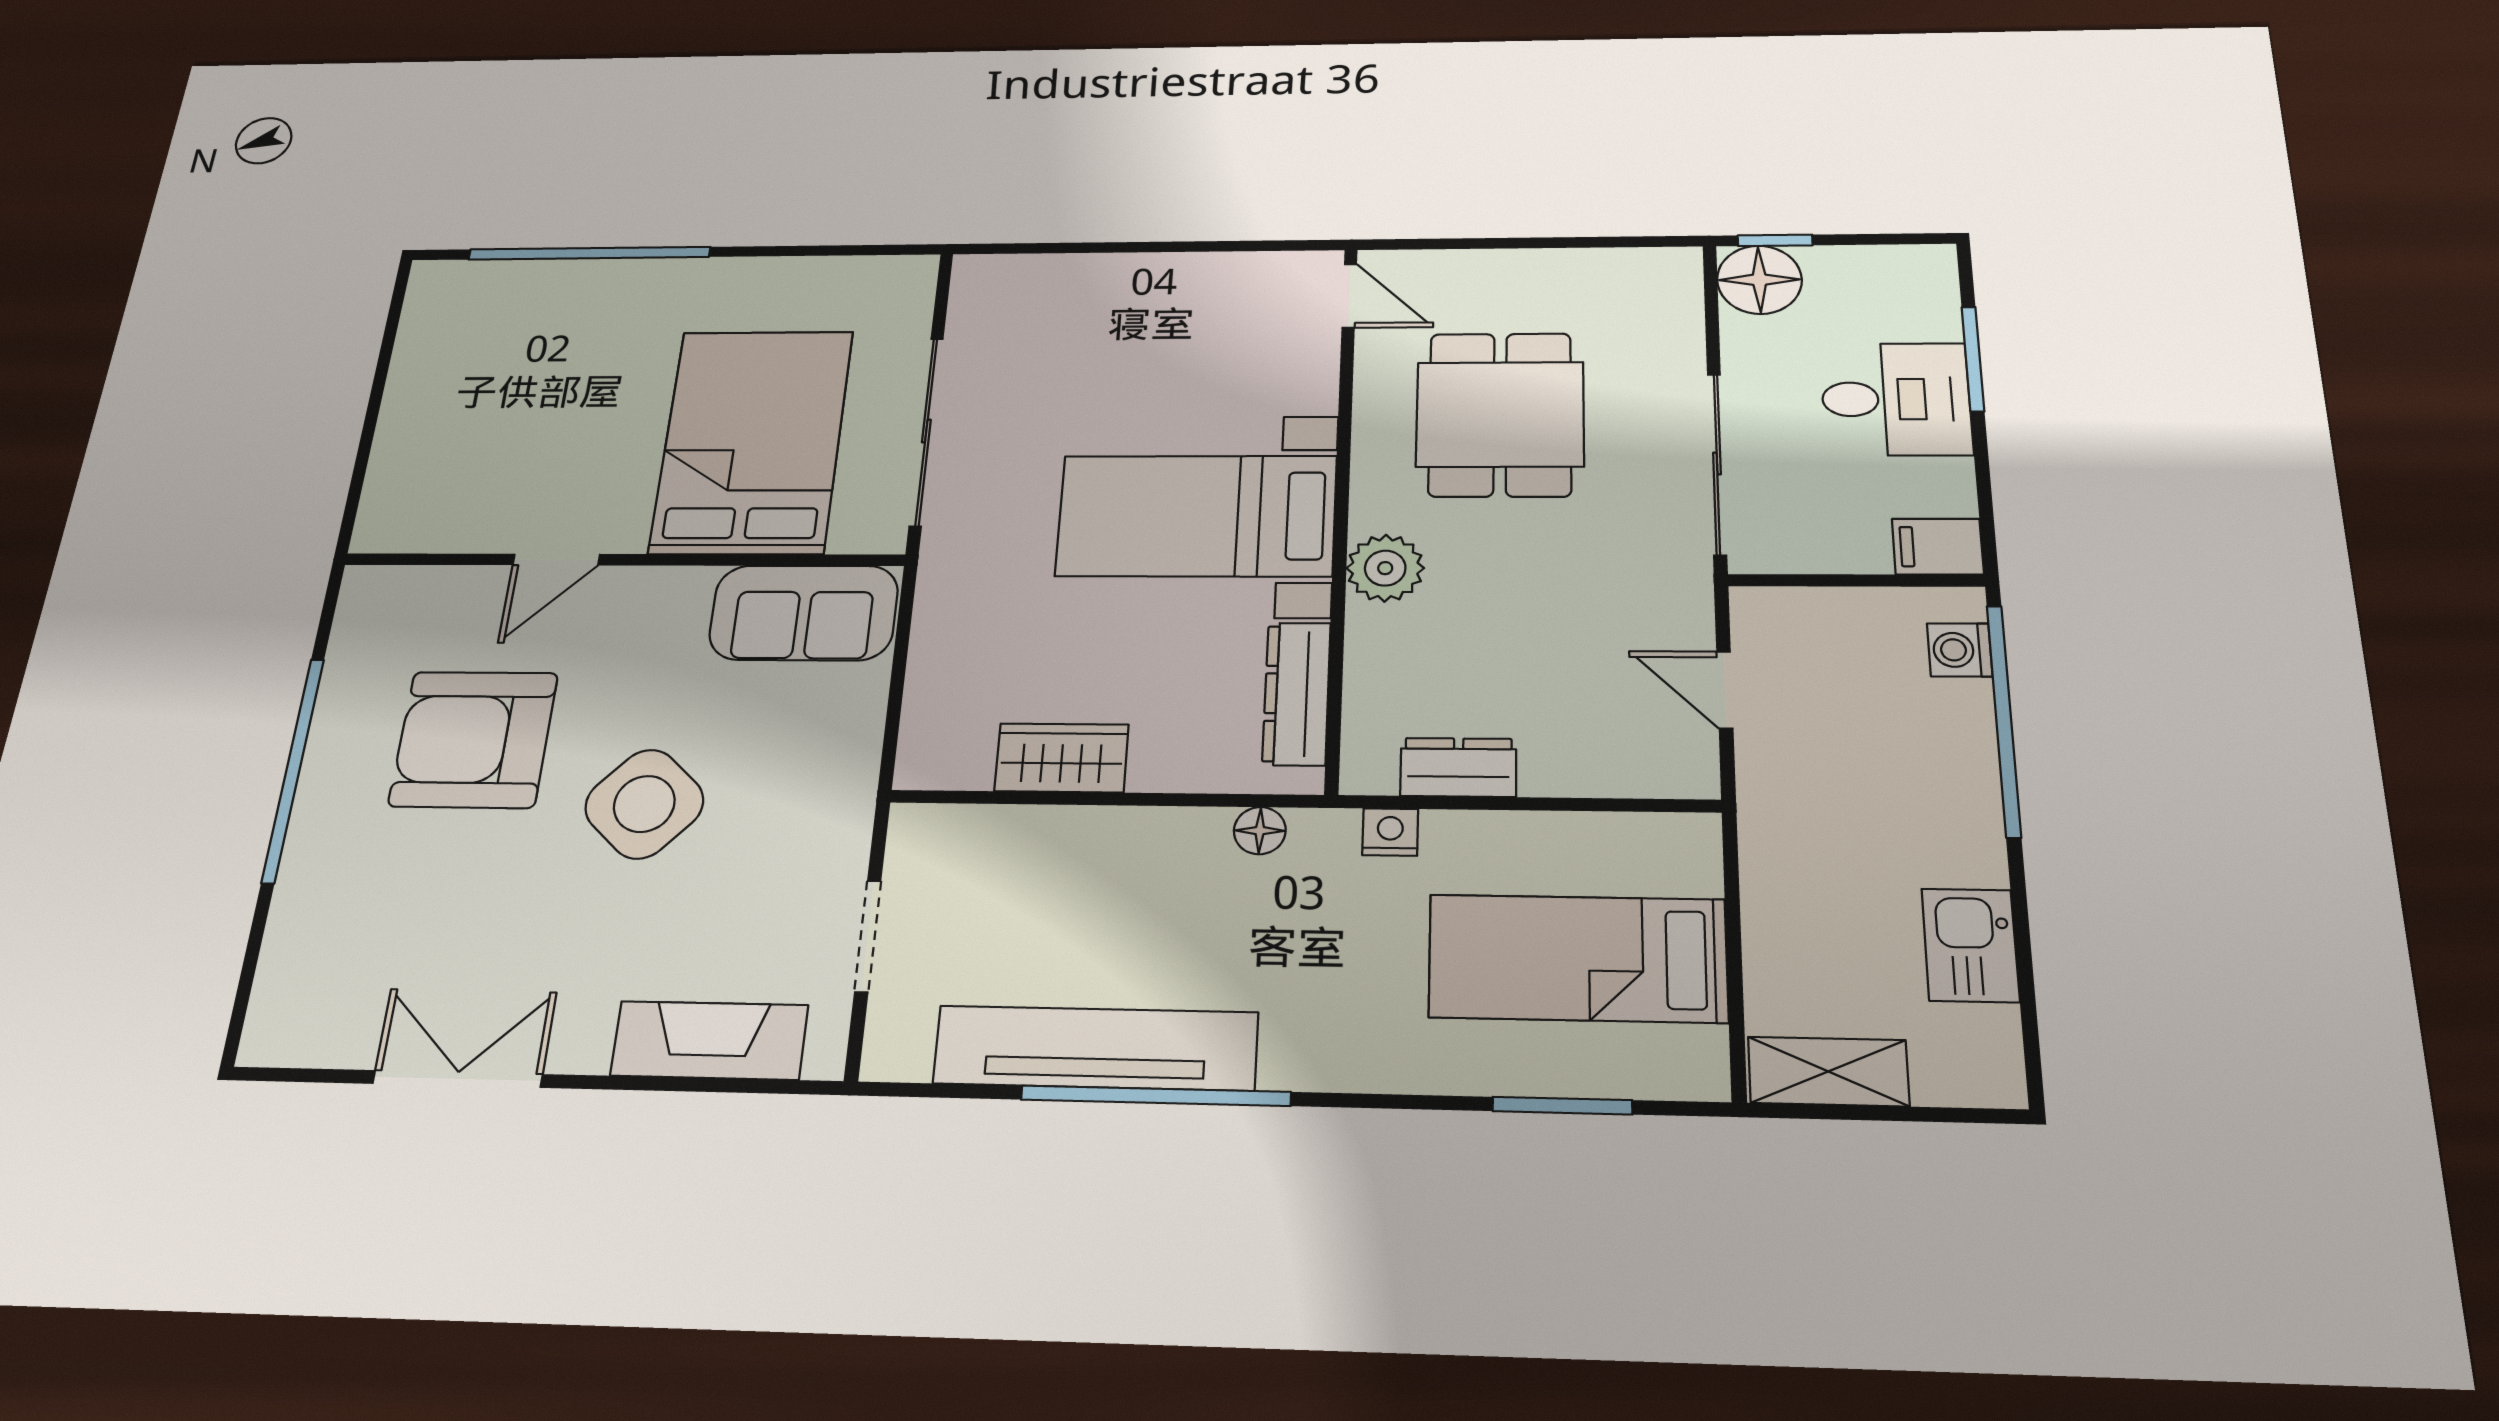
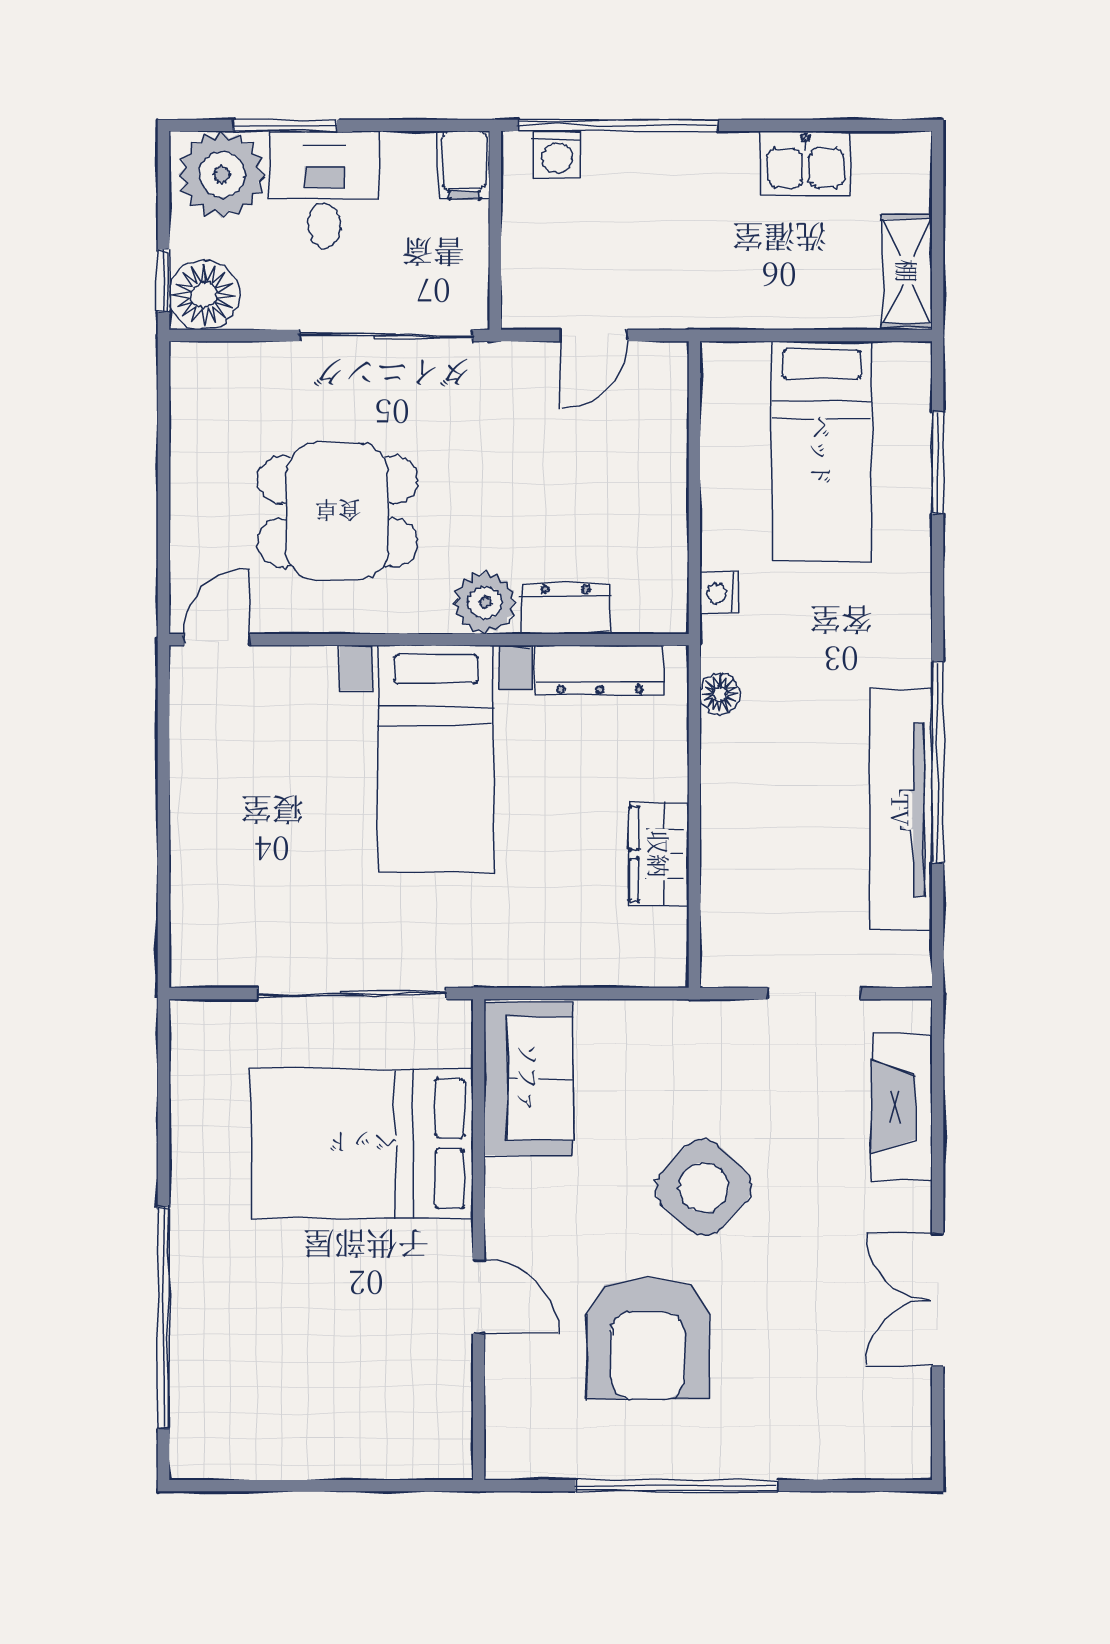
plant: (1907, 296) -> (222, 174), added
dresser: (1458, 767) -> (566, 609), moved, turned 90

